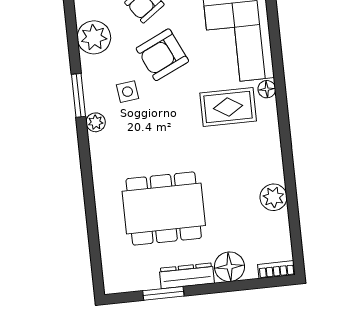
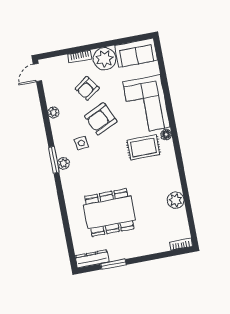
plant: (94, 37) -> (53, 113), width x0.53, depth x0.53
window: (79, 95) -> (54, 160), moved
floor lamp: (229, 267) -> (152, 245), removed
dresser: (187, 276) -> (92, 259), moved

